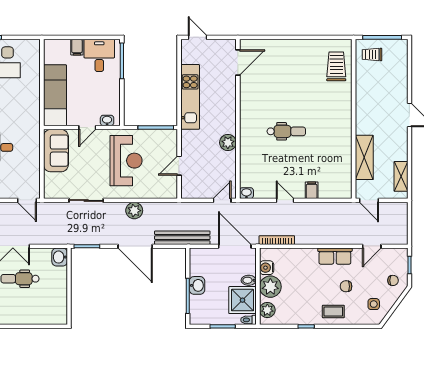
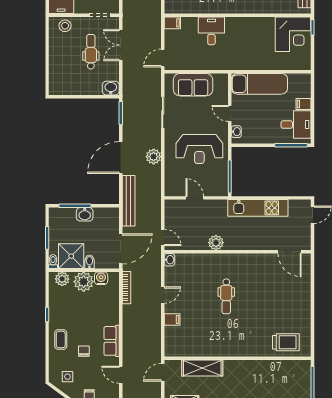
trolley: (372, 54) -> (297, 375), removed
sofa: (56, 151) -> (193, 85), moved

